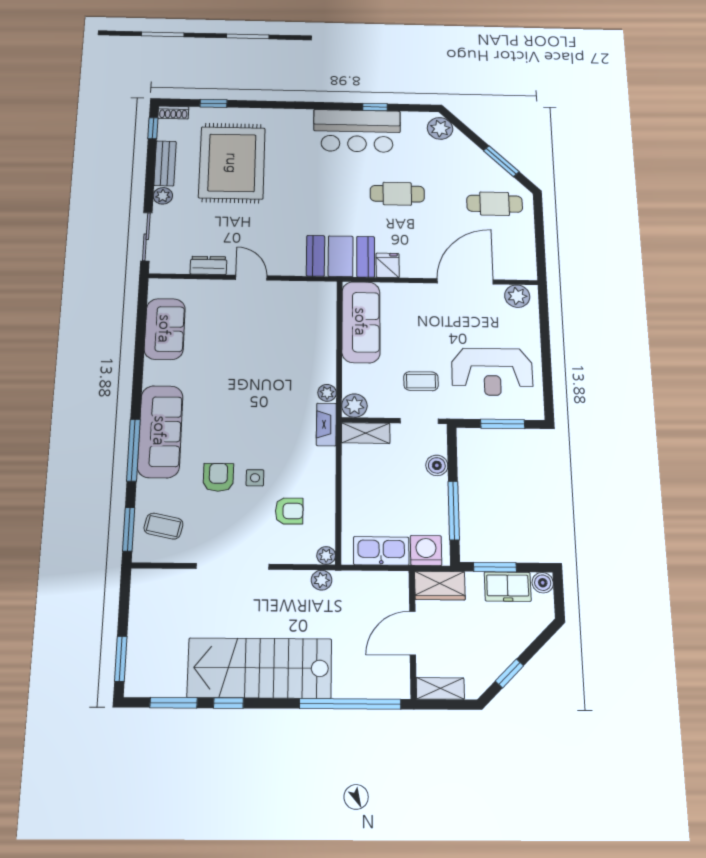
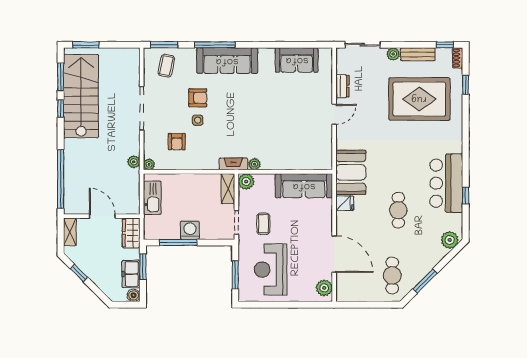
boiler: (437, 465) -> (207, 233), removed
washing machine: (426, 550) -> (190, 230), moved, turned -90
stairs: (260, 668) -> (81, 96), moved

